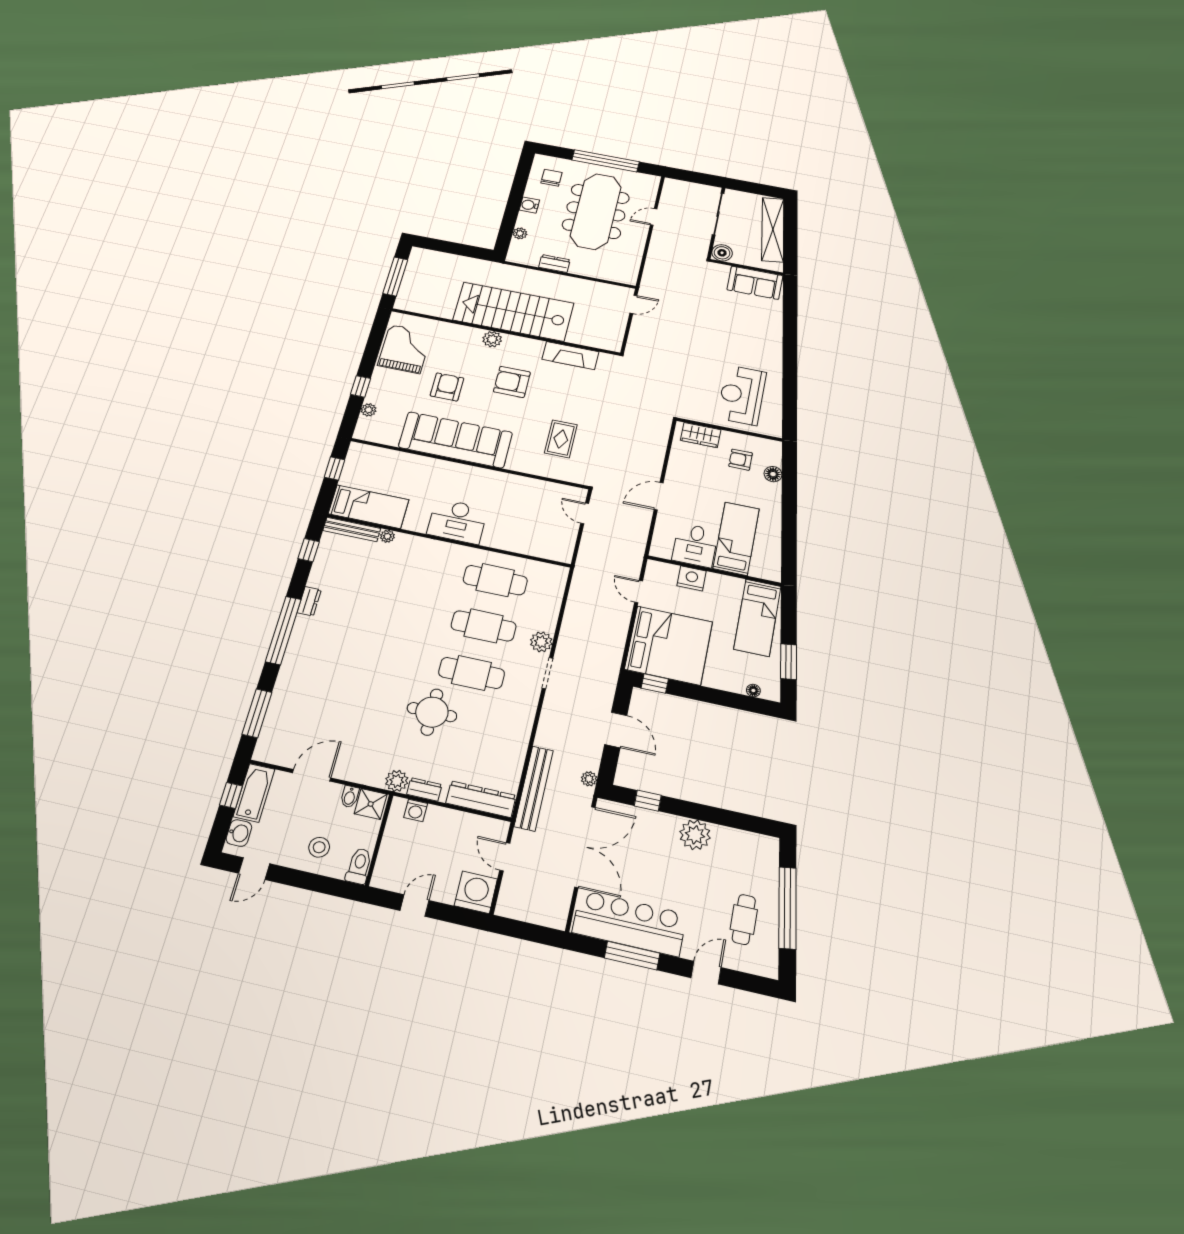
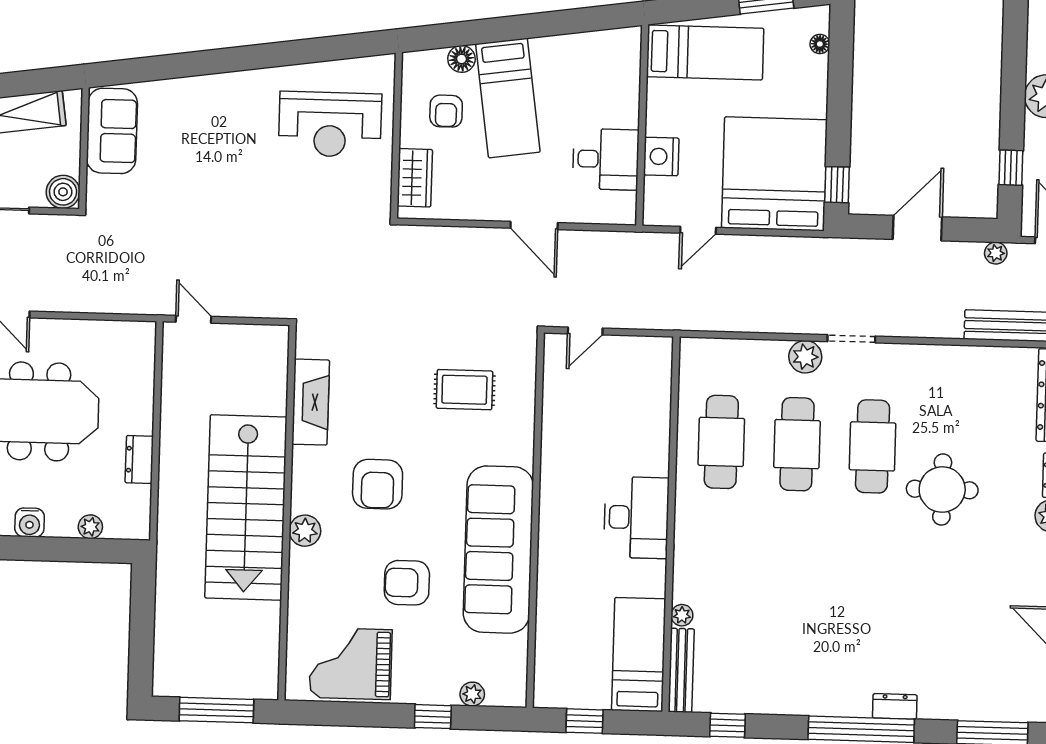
bed: (736, 539) -> (508, 98), moved, turned -98
dresser: (309, 601) -> (895, 706), moved

